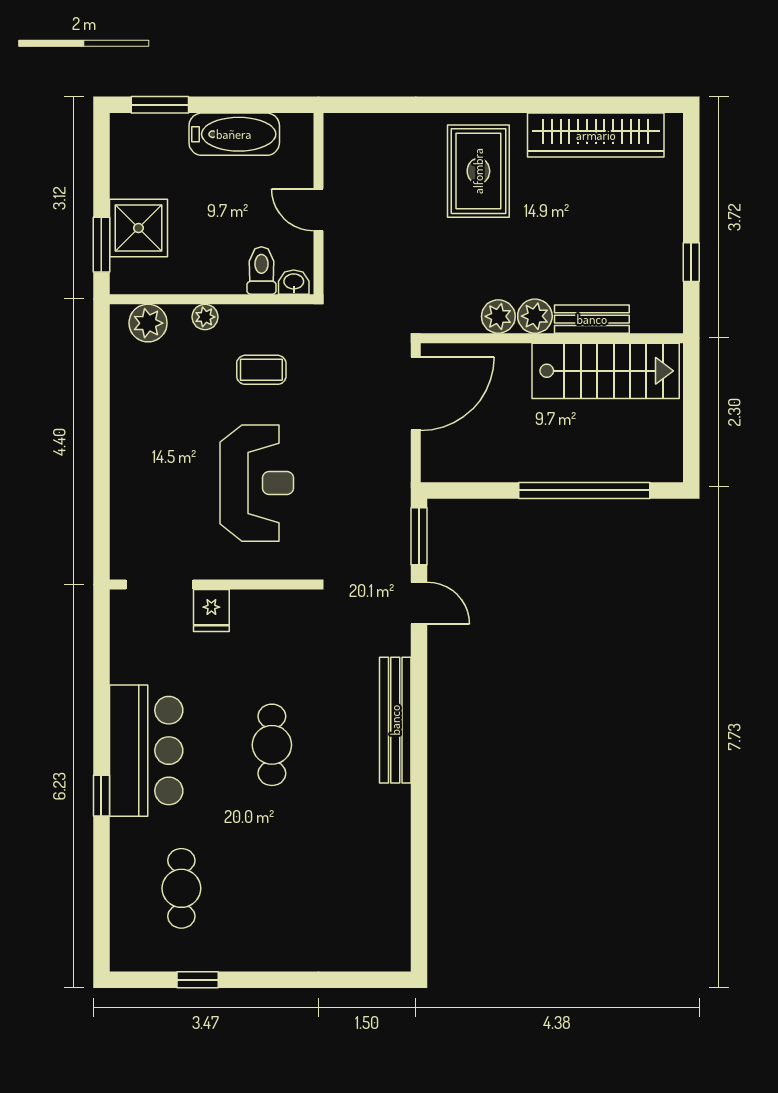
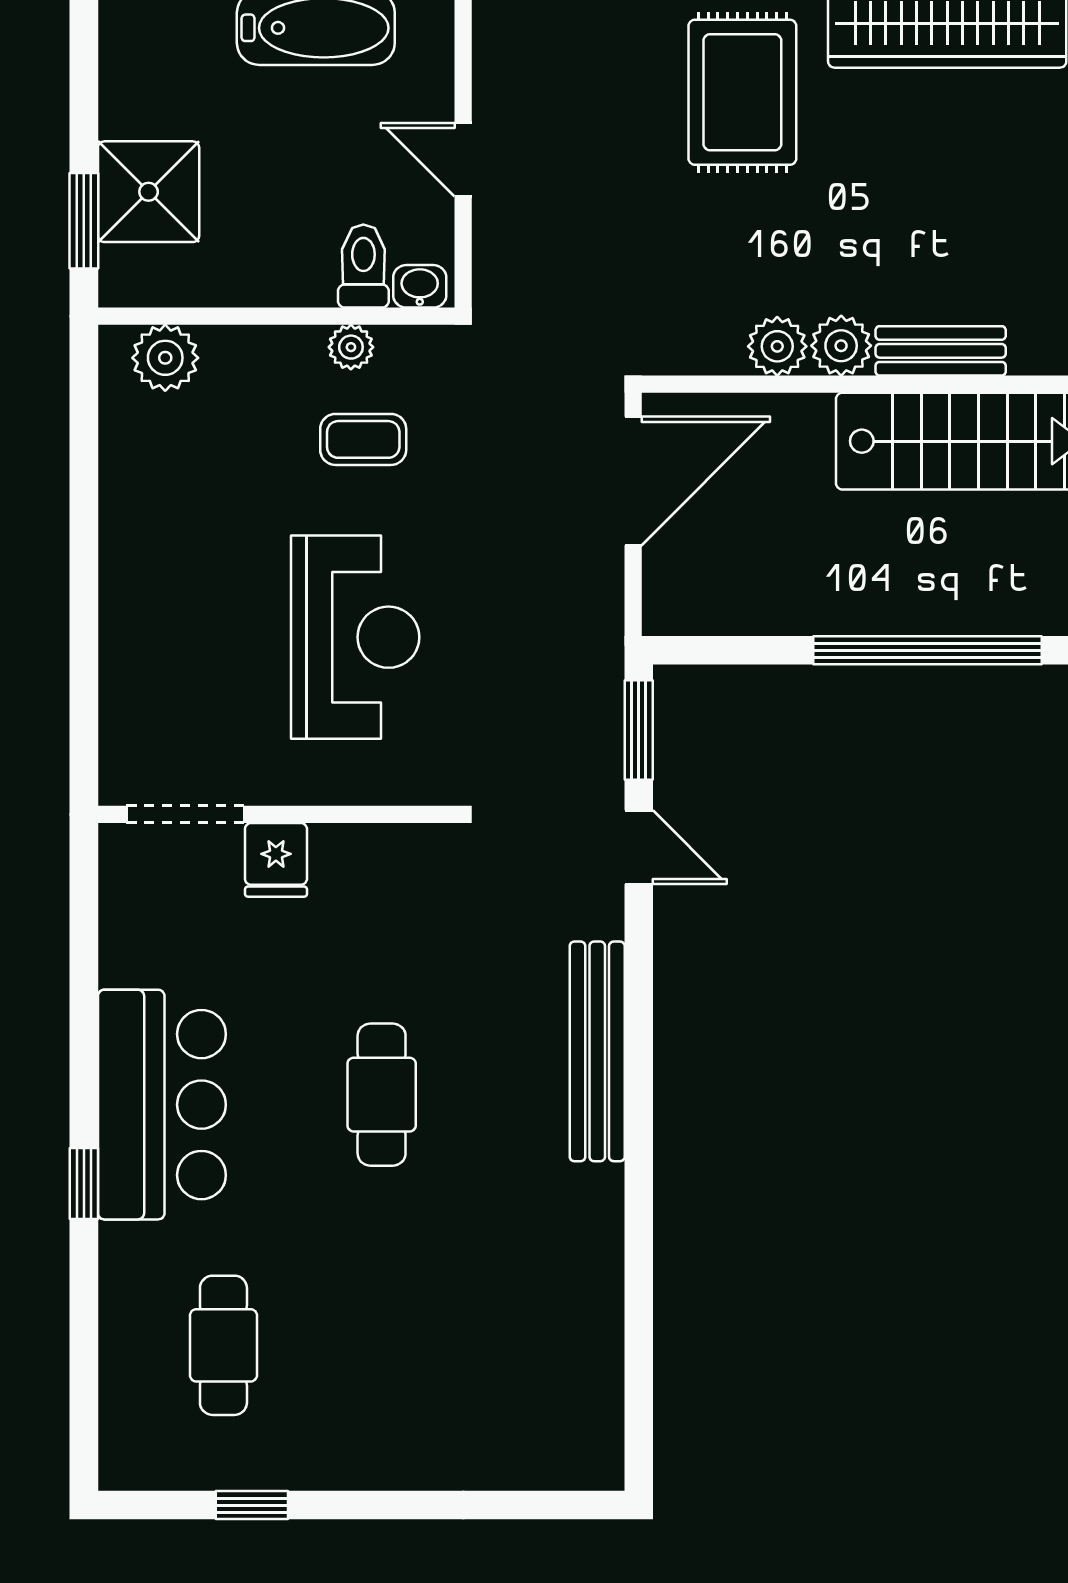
plant: (205, 317) -> (351, 347), moved

